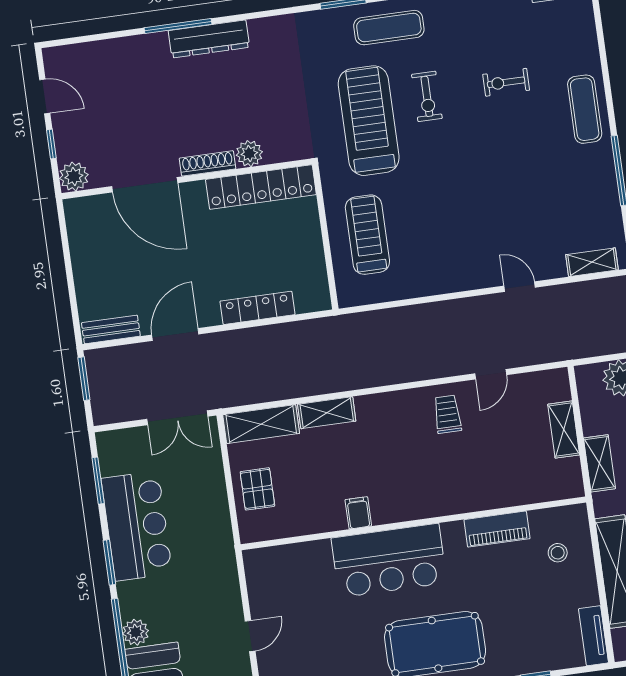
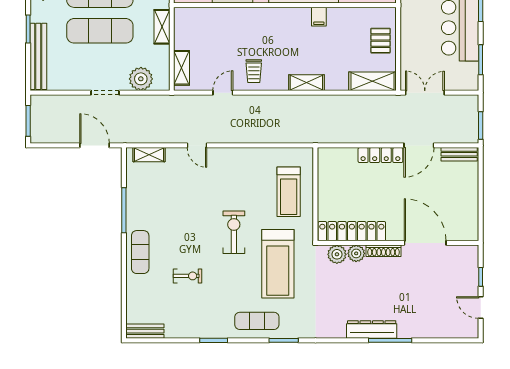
exercise bike: (427, 96) -> (234, 232), moved, width x1.38, depth x1.39
plant: (74, 176) -> (337, 254), moved
locker: (257, 308) -> (380, 155), moved
shelving: (327, 413) -> (306, 83), moved
shelving: (564, 430) -> (182, 68), moved

